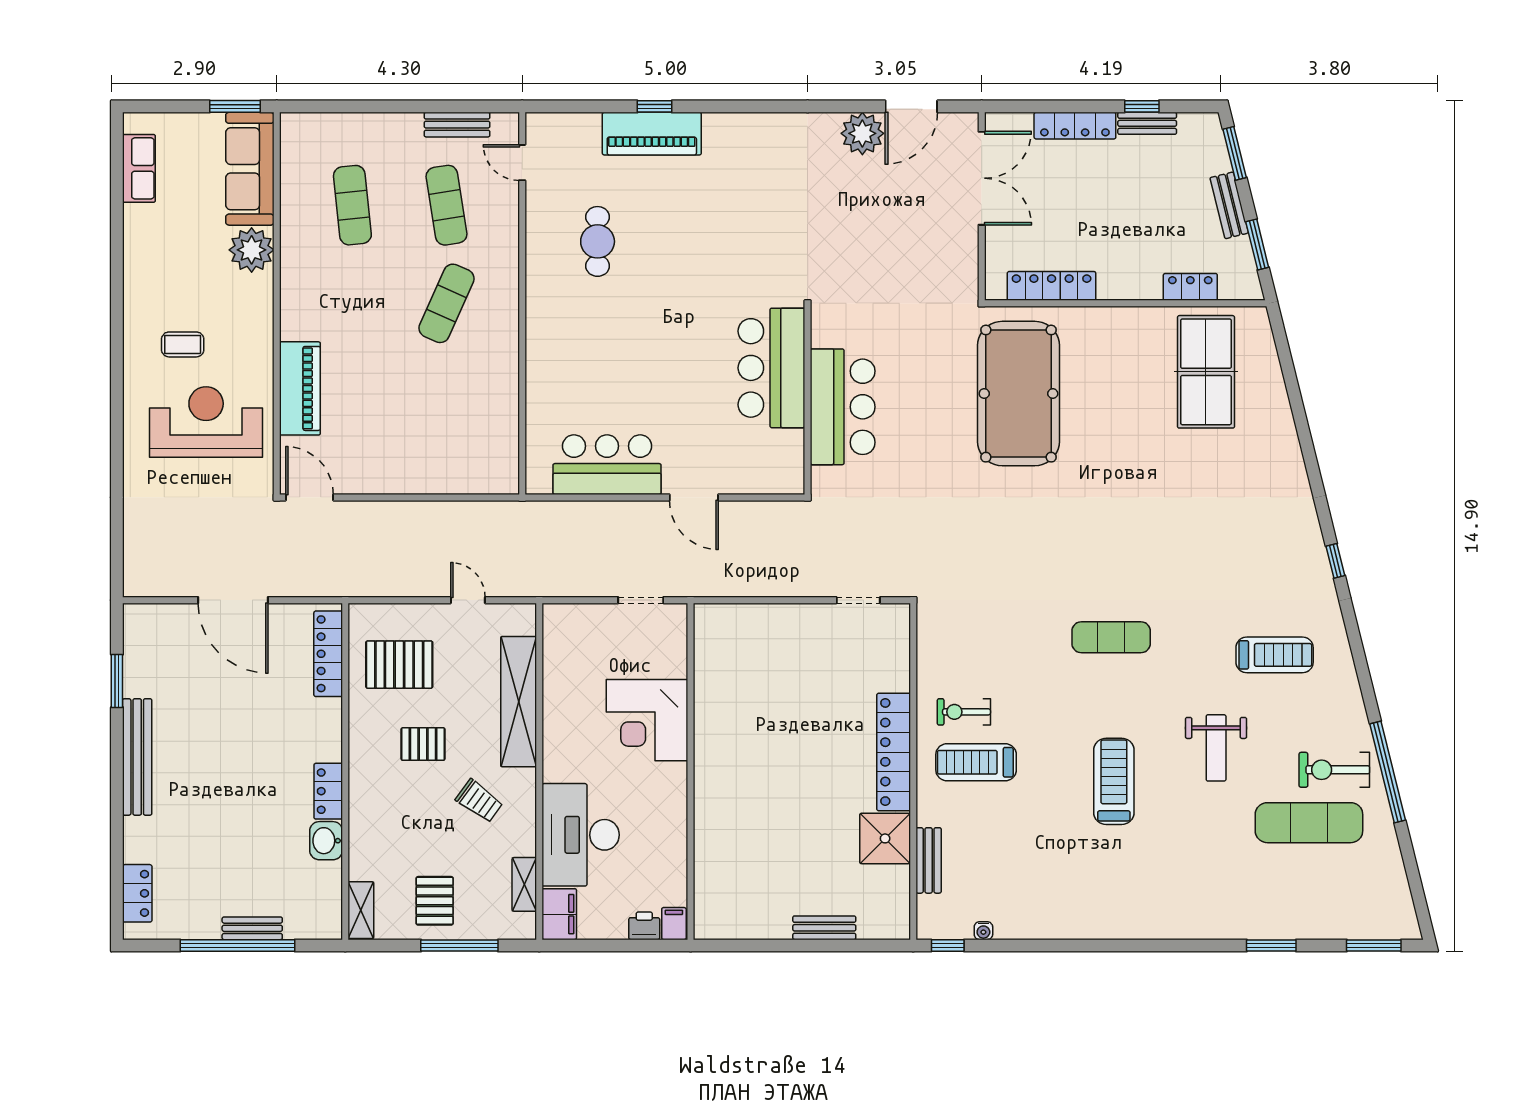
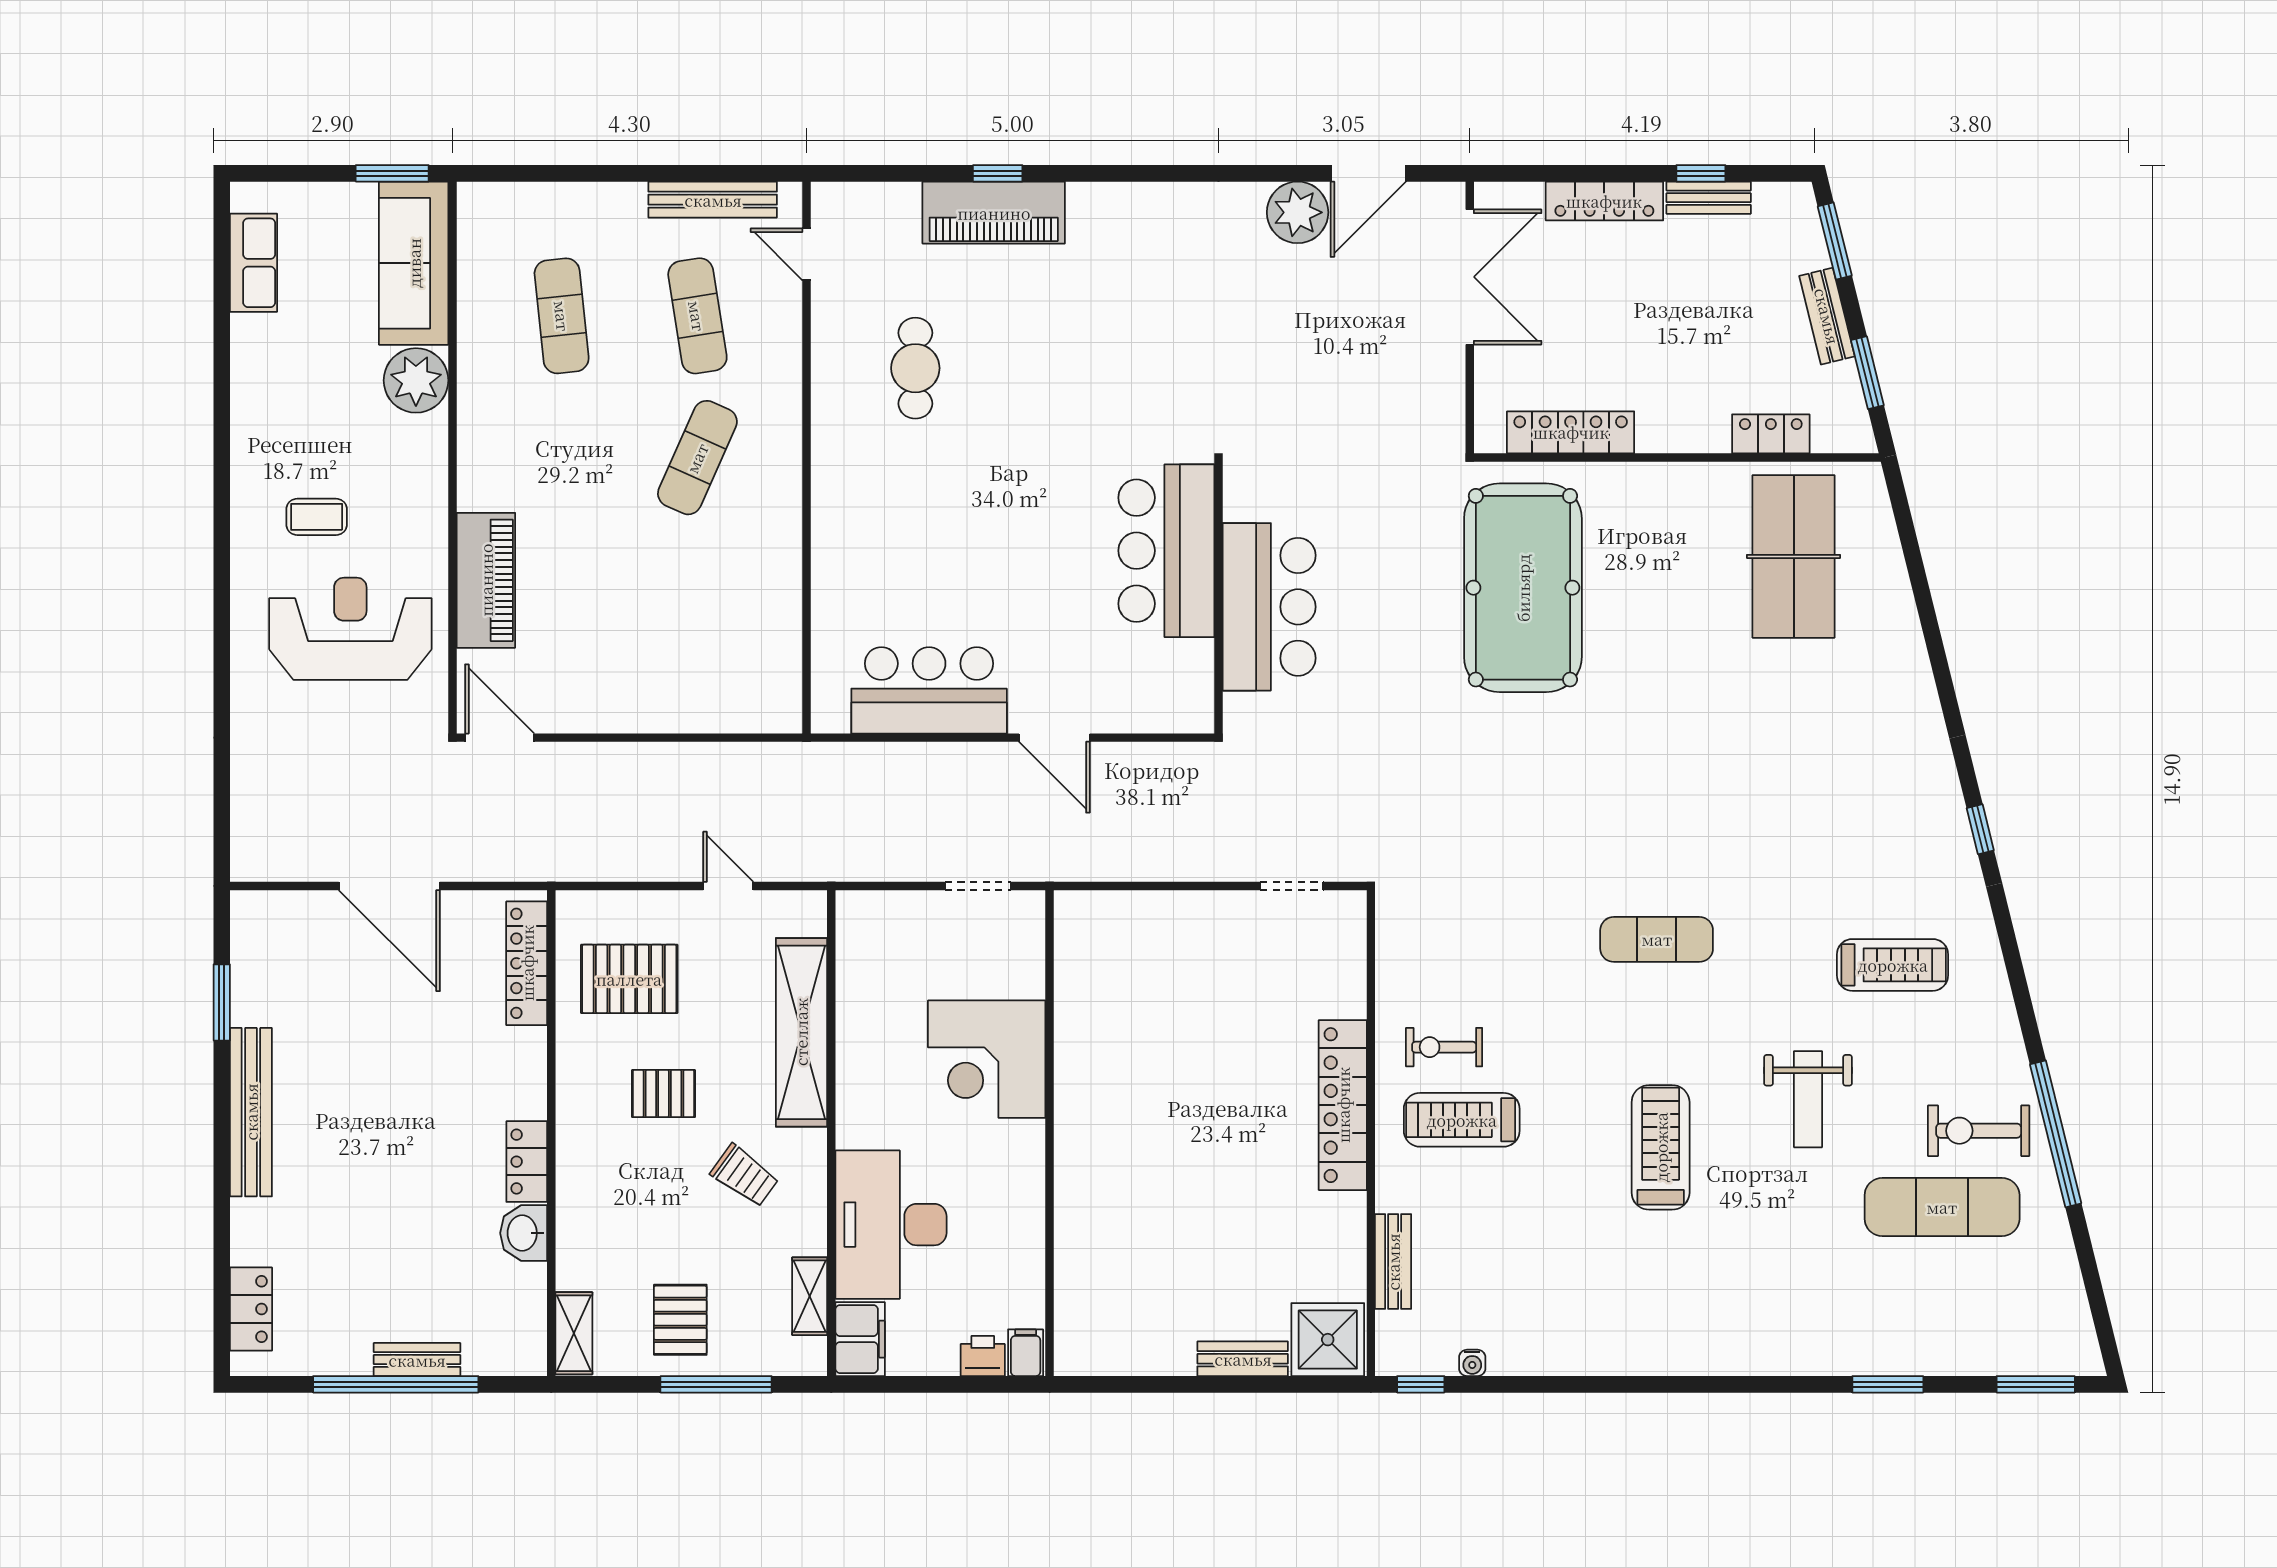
bench: (457, 125) -> (713, 200), width x1.36
shower: (885, 838) -> (1328, 1340), moved

